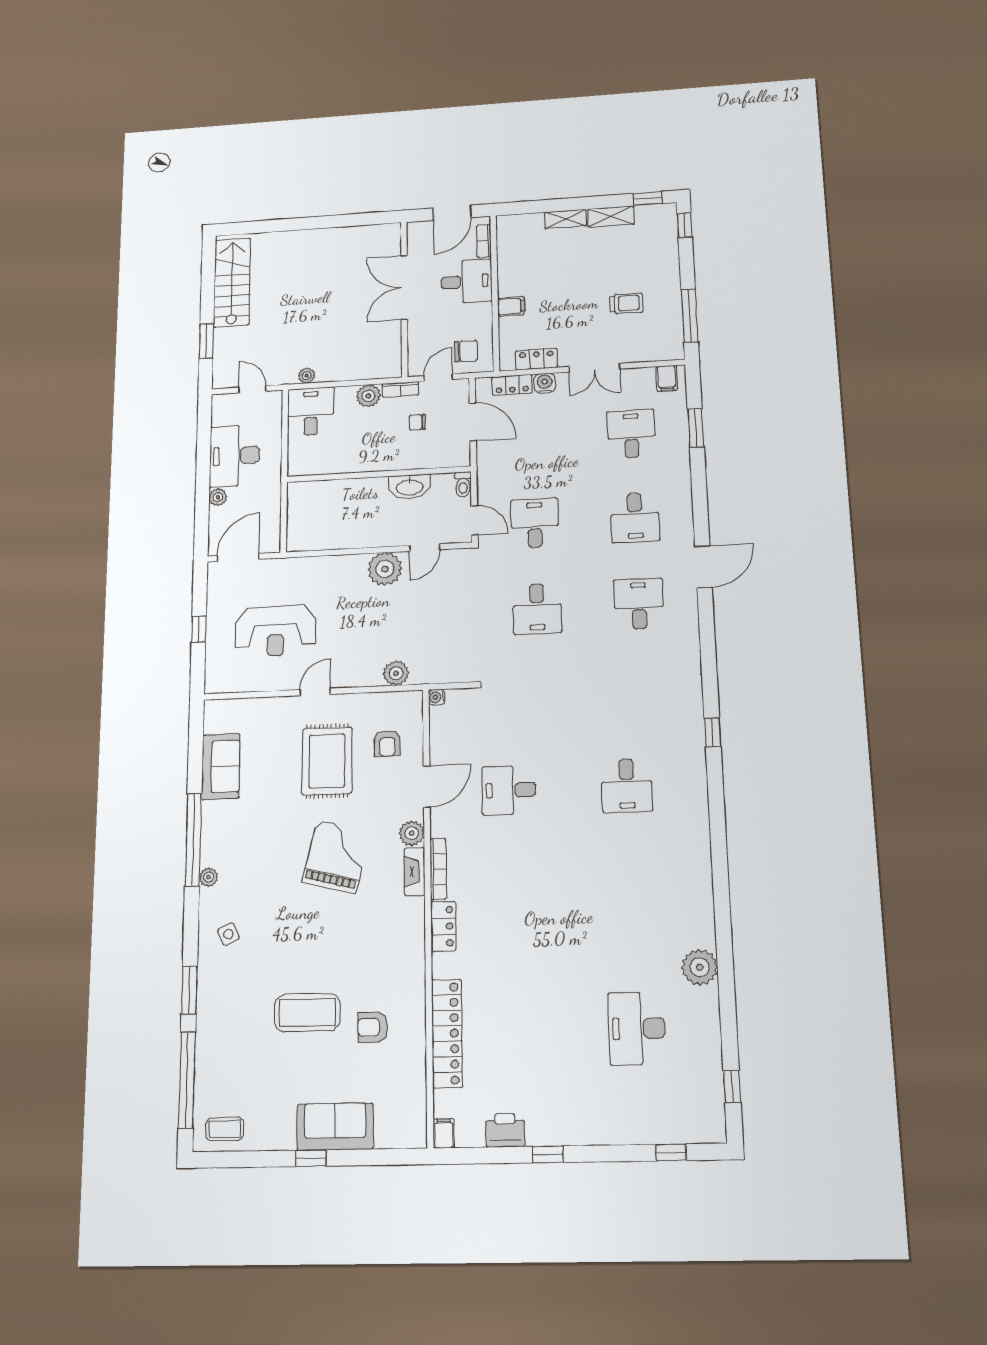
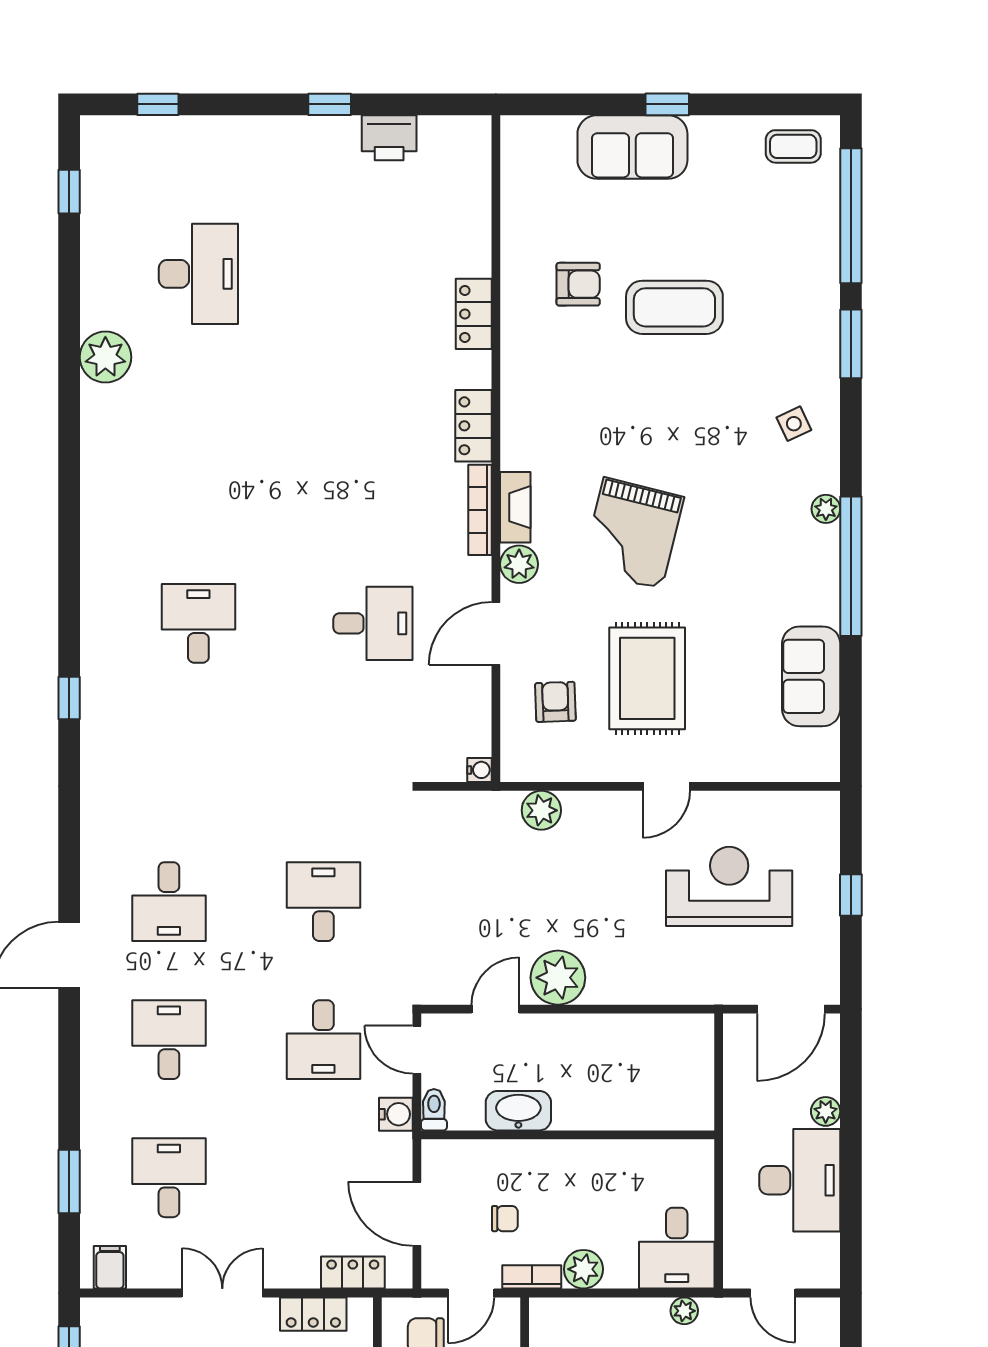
water cooler: (545, 383) -> (396, 1114), moved, turned -90
desk: (631, 434) -> (169, 1178), turned 180
locker: (447, 1033) -> (474, 314), width x0.46, depth x0.83
filing cabinet: (444, 1133) -> (476, 135), removed

